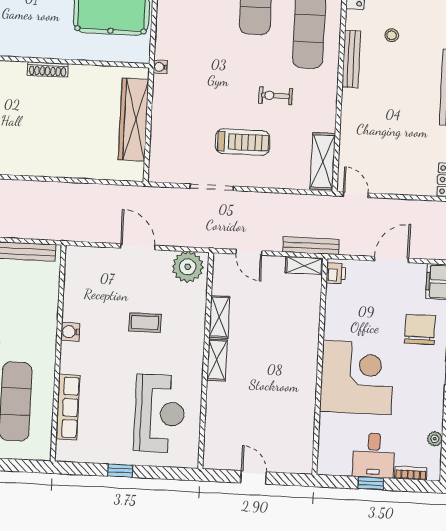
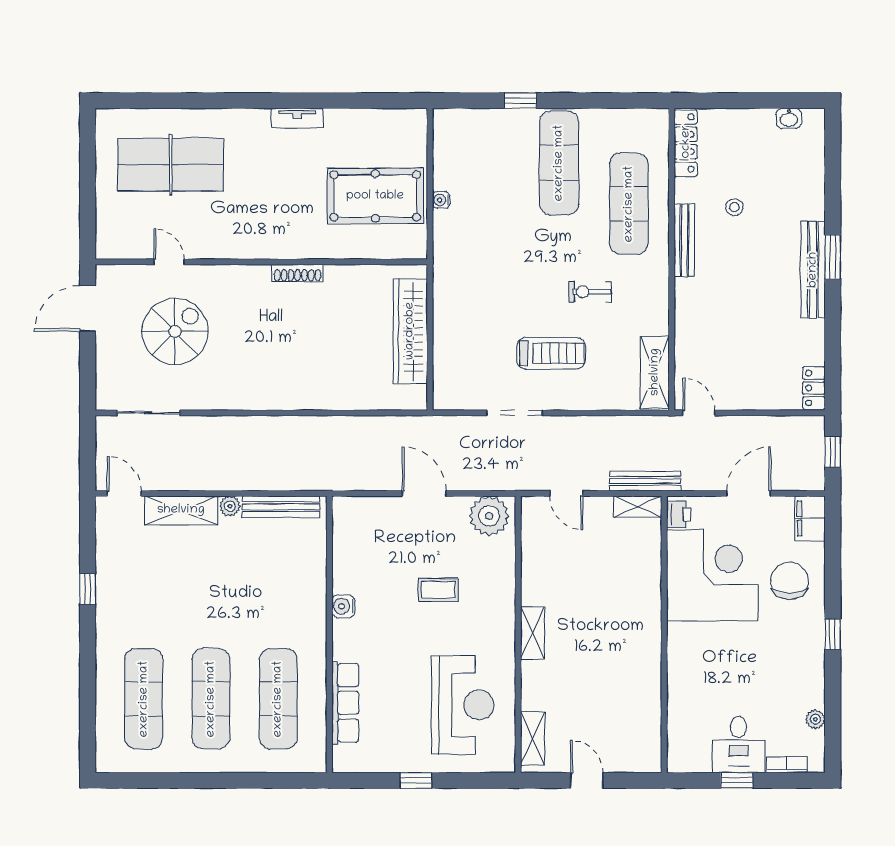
water cooler: (160, 67) -> (441, 200), moved
shelving: (219, 317) -> (533, 739), moved
corner desk: (357, 378) -> (712, 575), moved

